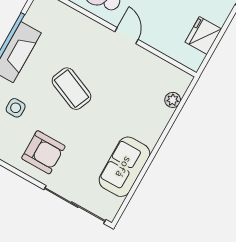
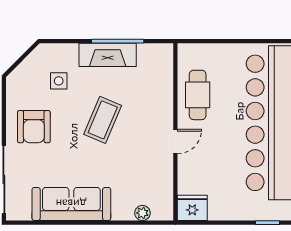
fridge: (203, 35) -> (192, 208), moved
sofa: (124, 167) -> (71, 204), width x1.36

